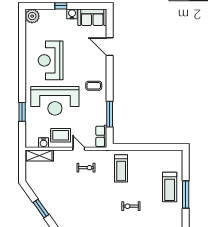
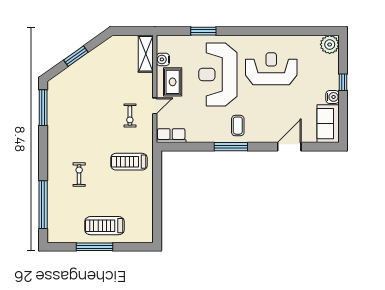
window: (110, 114) -> (231, 147), moved

